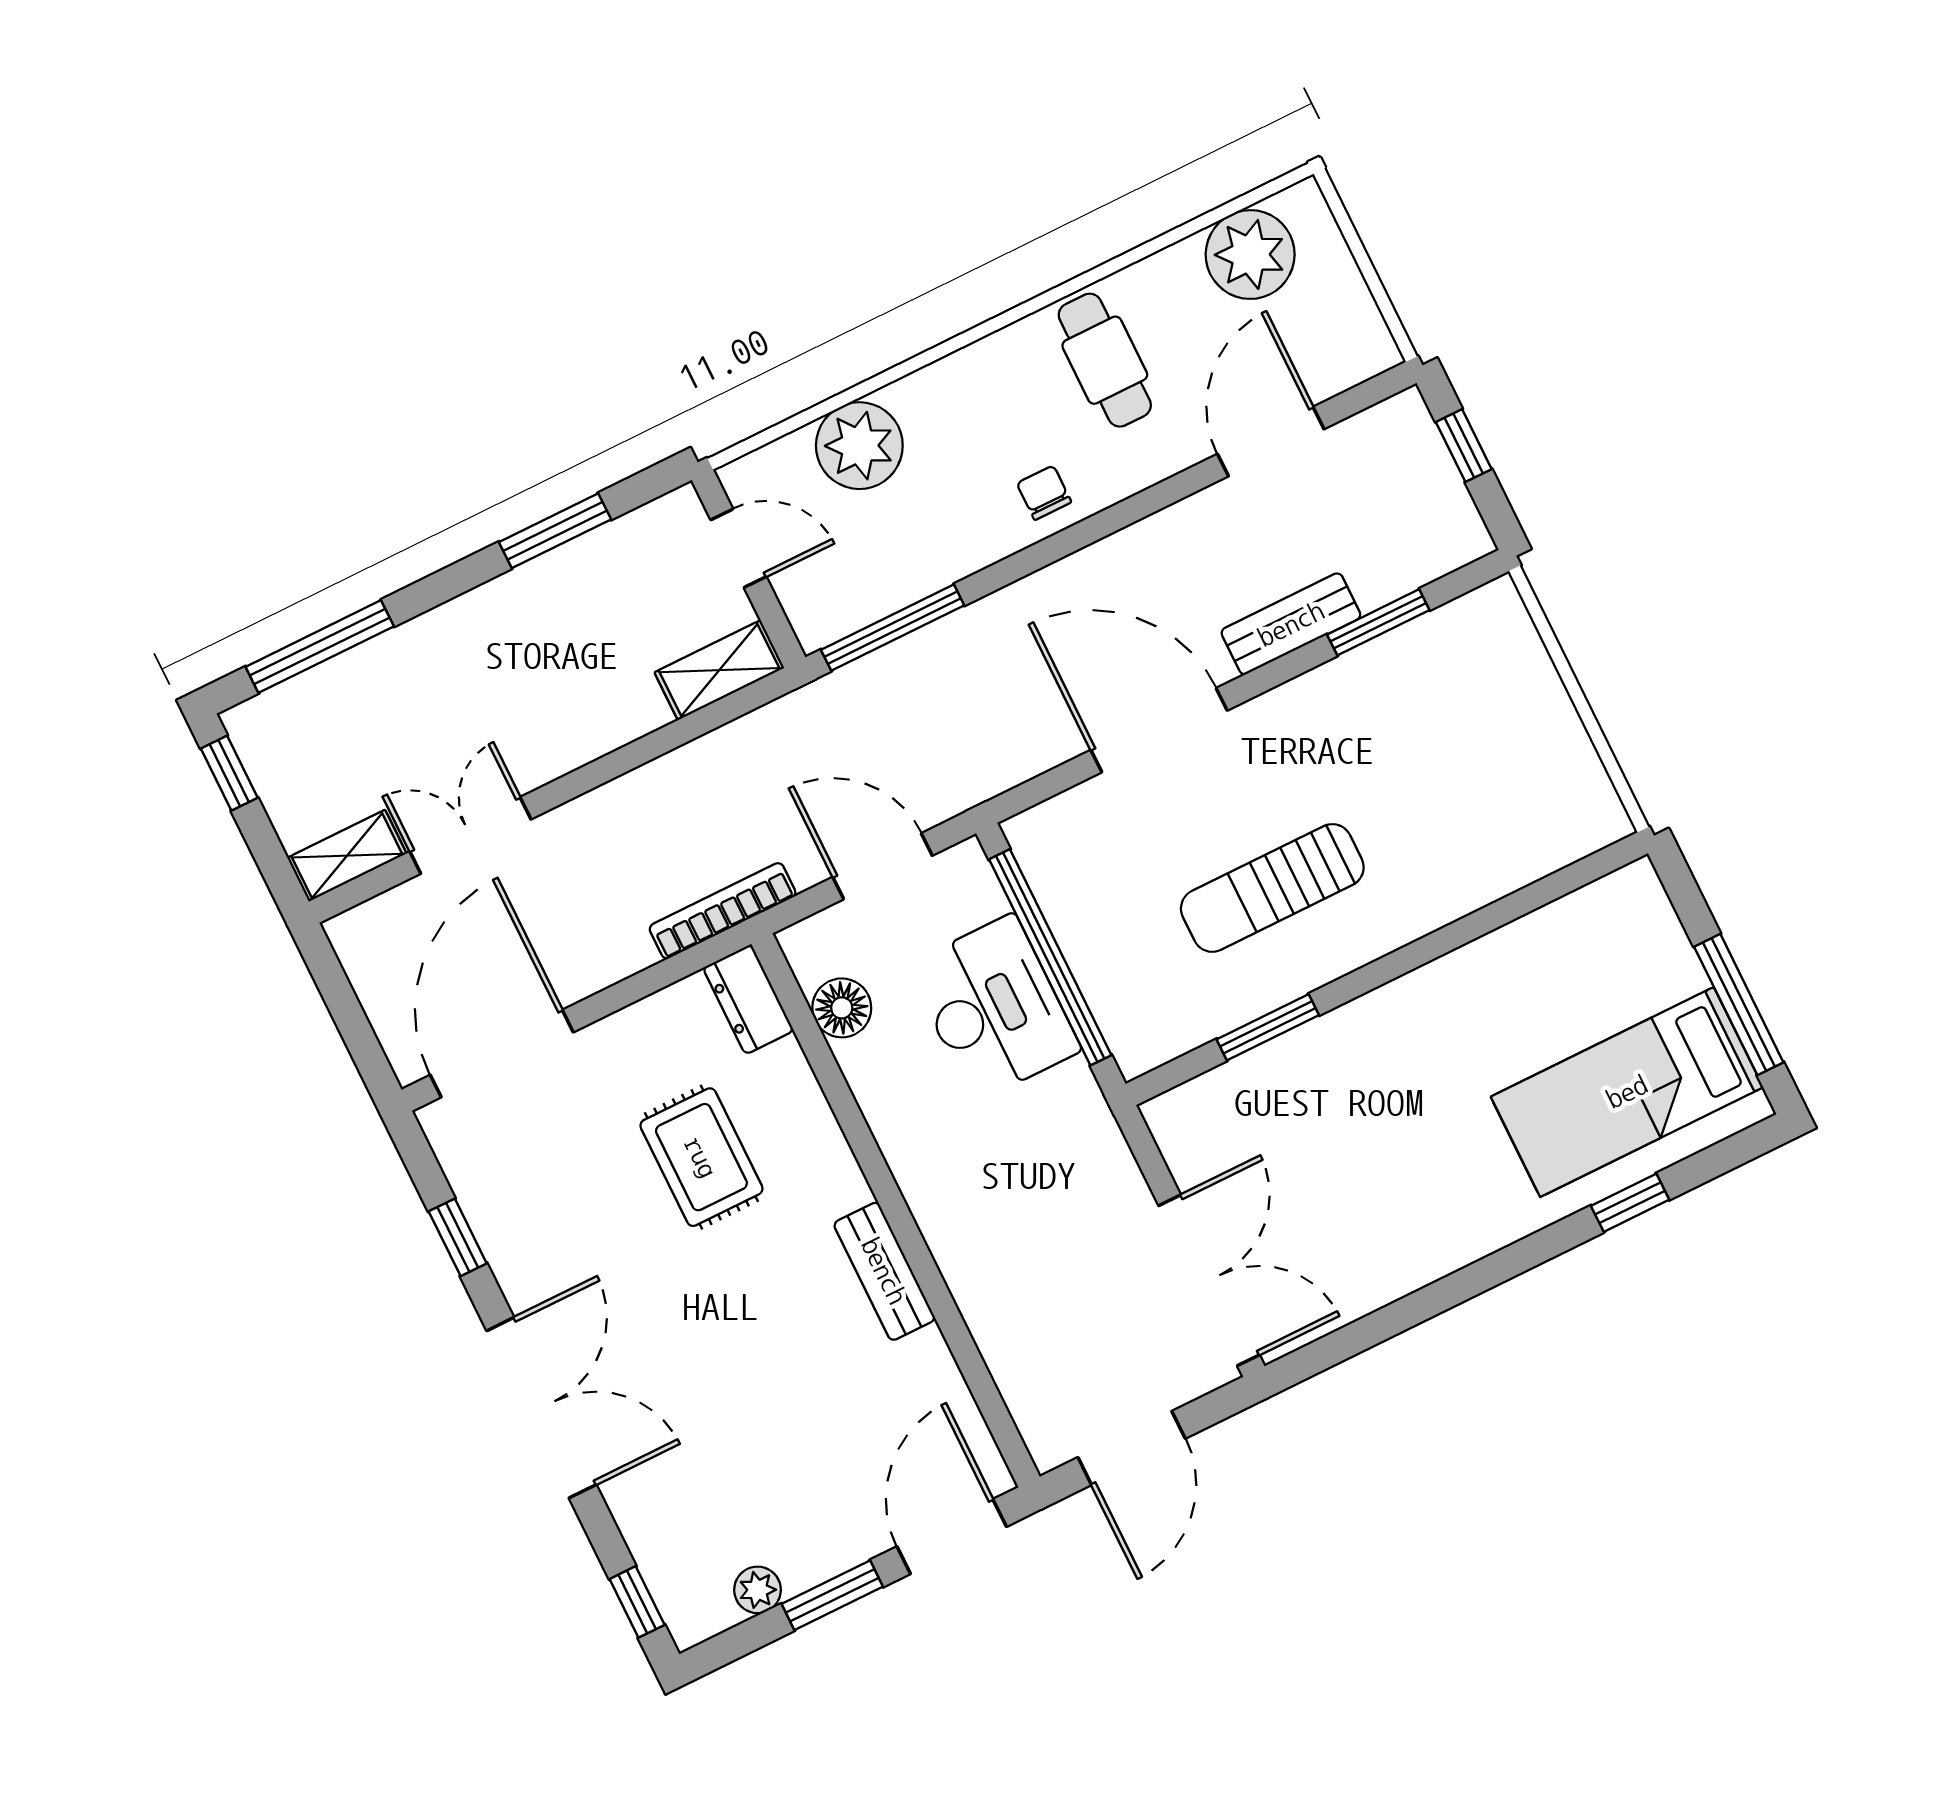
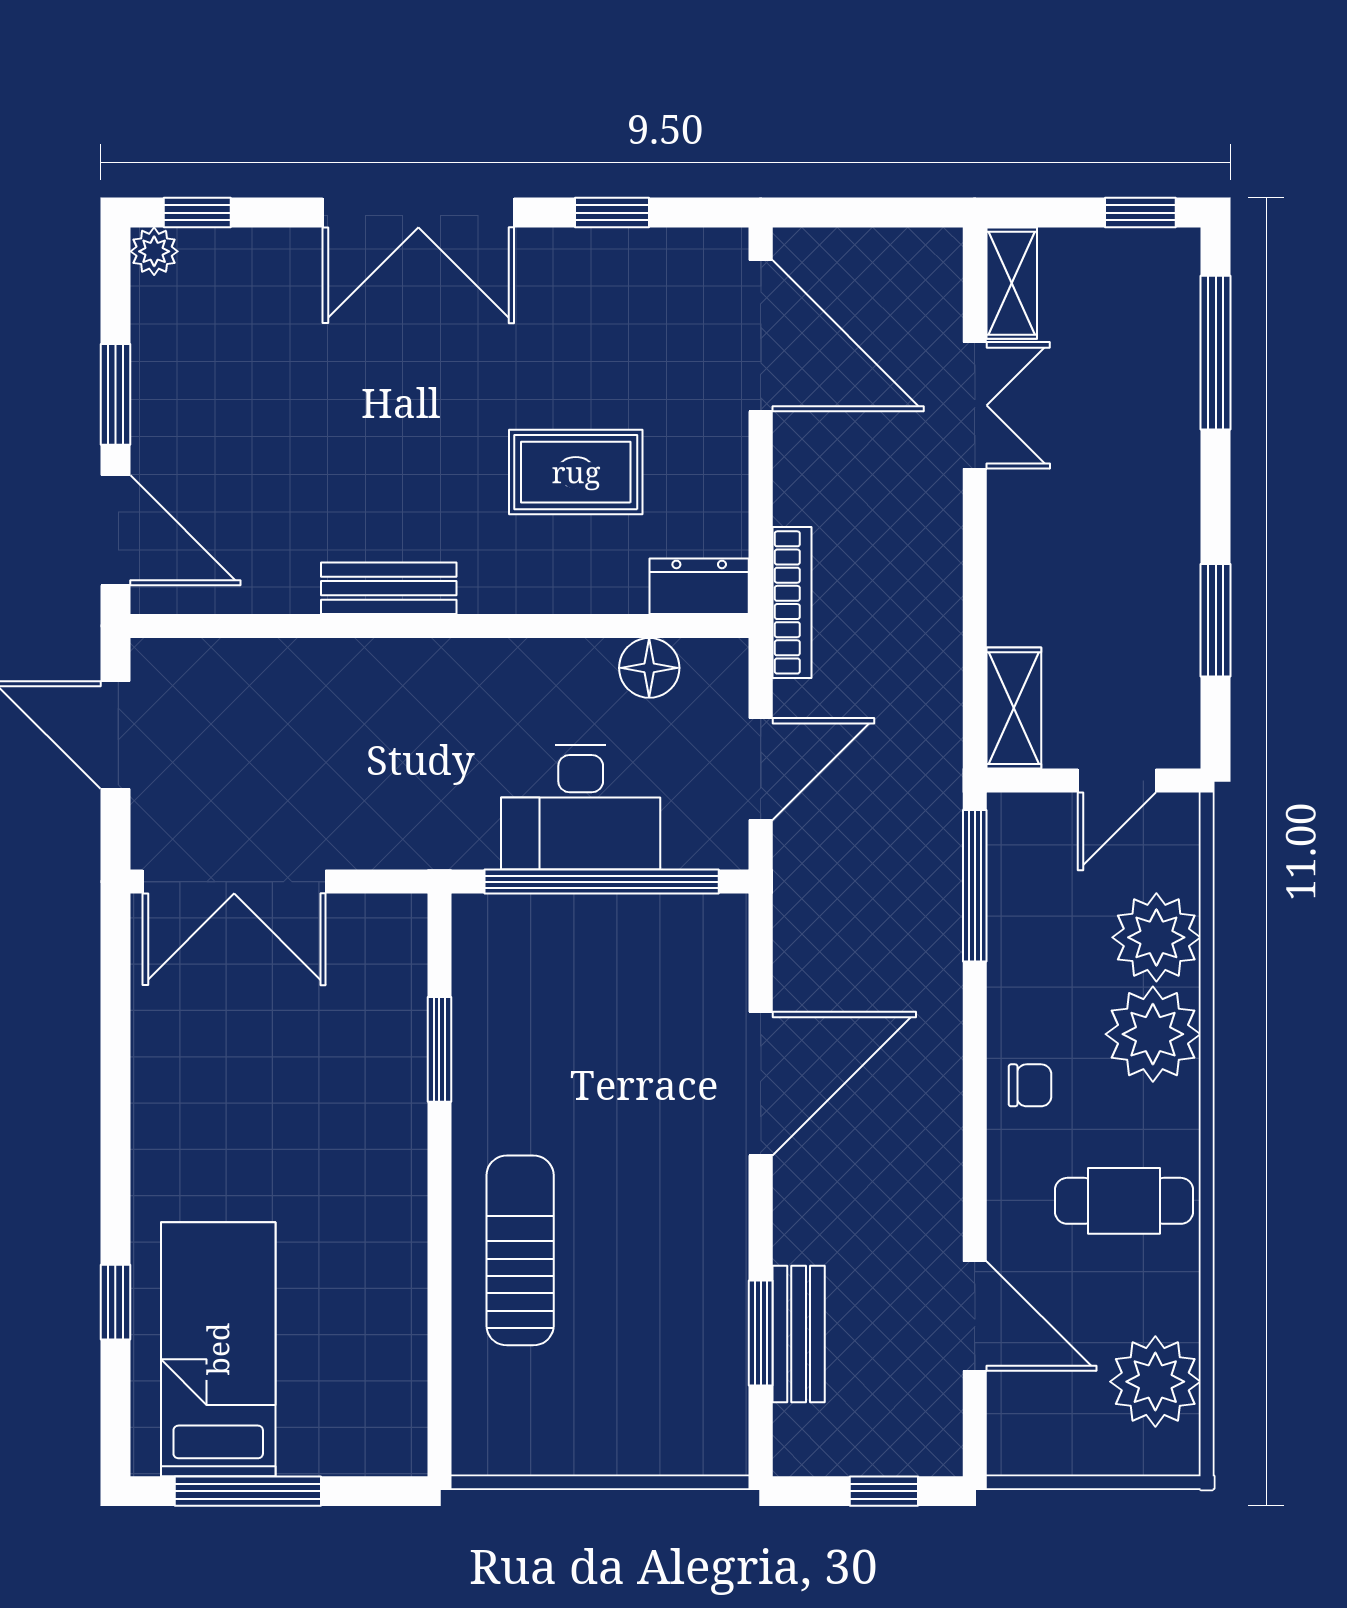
plant: (946, 407) -> (1153, 1034), added
bench: (1291, 624) -> (799, 1334), moved
sun lounger: (1272, 888) -> (520, 1250), moved
plant: (758, 1590) -> (154, 251), moved

